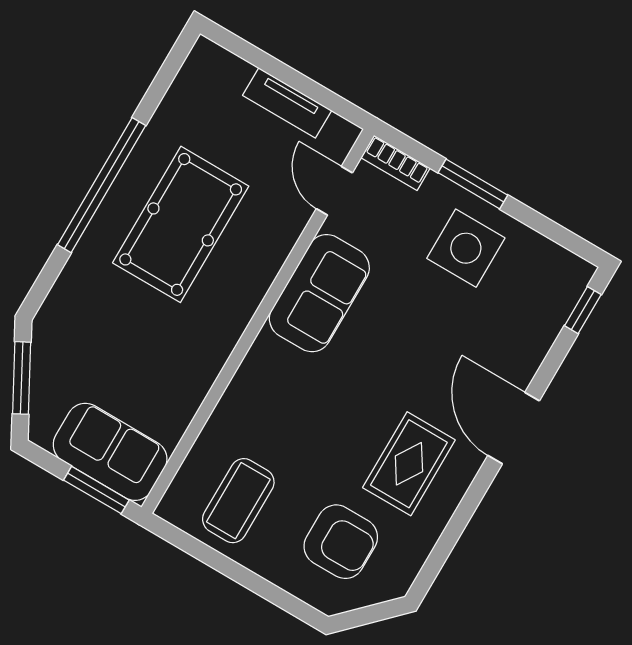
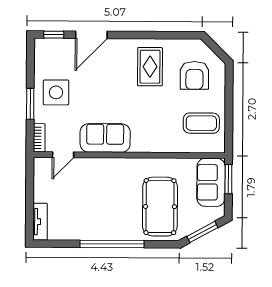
tv unit: (287, 103) -> (40, 222), moved
pool table: (181, 224) -> (160, 207), moved, turned 90
door: (514, 428) -> (91, 35), moved
rug: (409, 464) -> (150, 67), turned 90
armchair: (341, 542) -> (194, 75), turned 180

